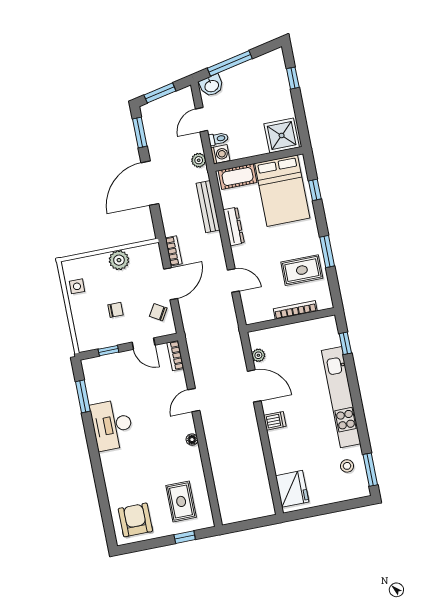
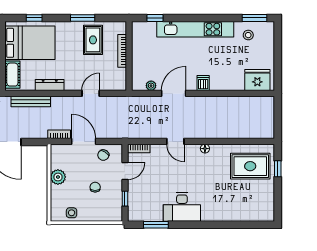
rug: (181, 501) -> (250, 166), width x1.36, depth x1.43
armchair: (135, 520) -> (257, 204), removed

